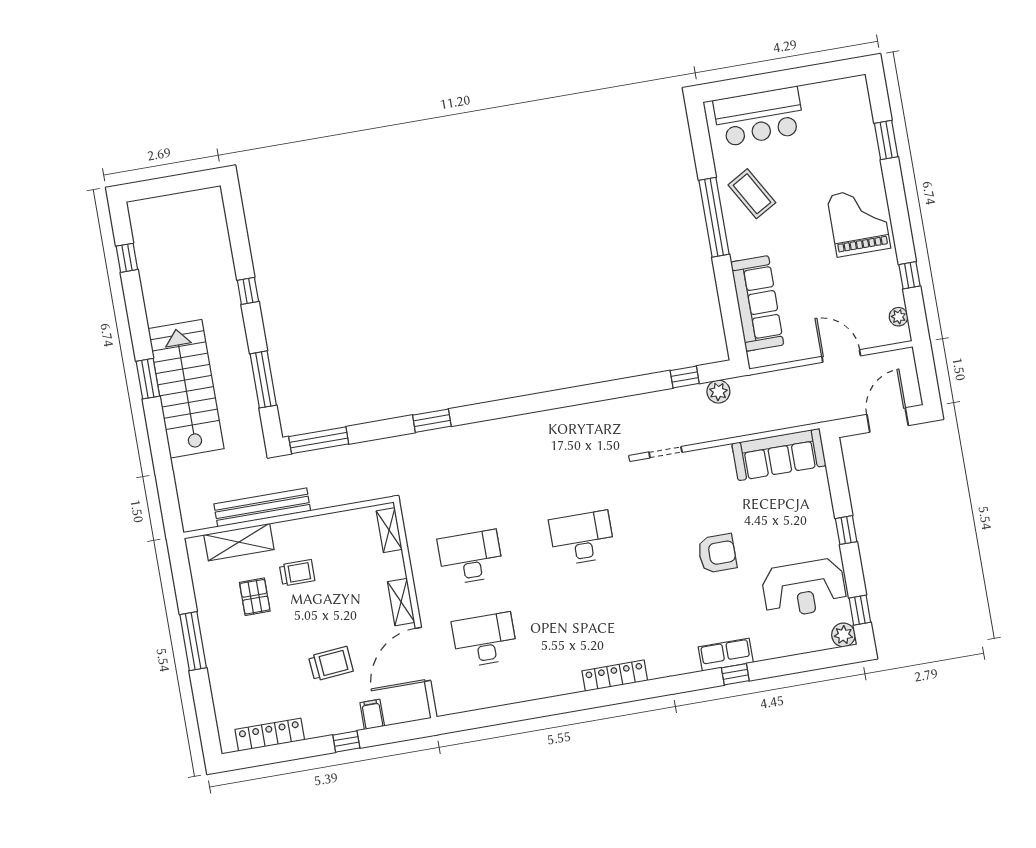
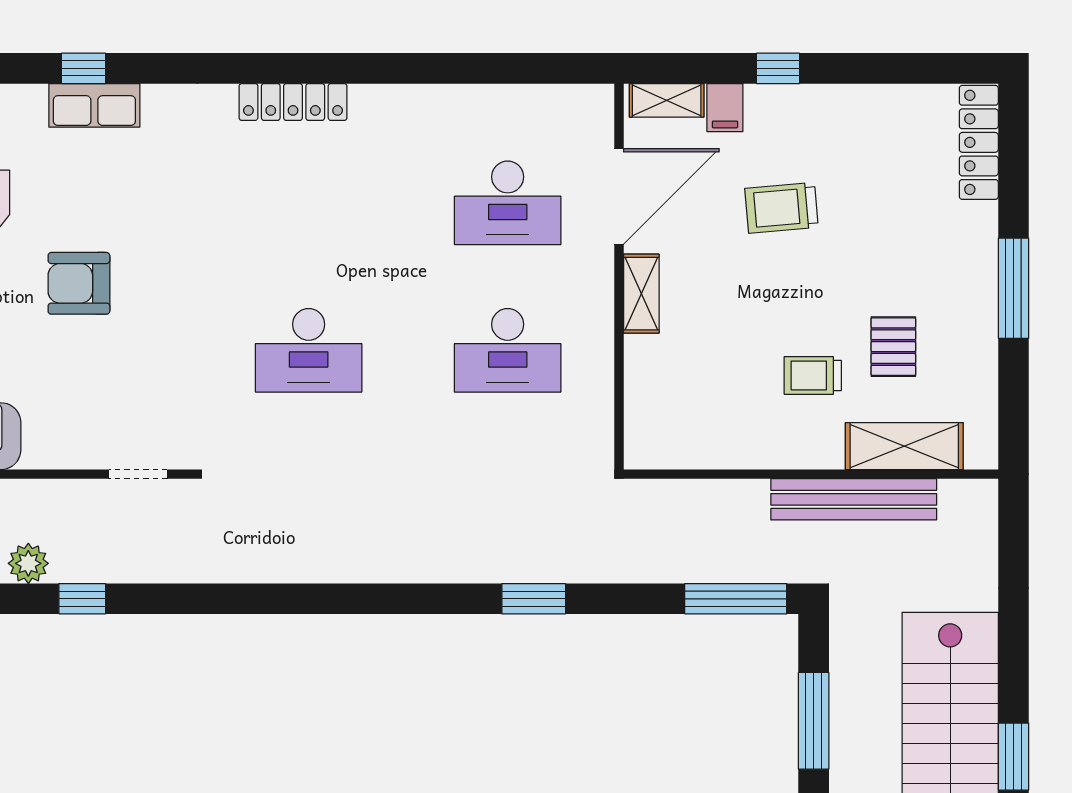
shelving: (389, 530) -> (667, 100), moved, turned 90
locker: (270, 735) -> (979, 142), moved, turned 90

